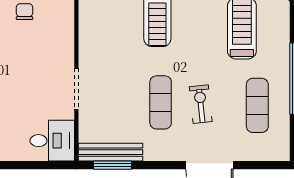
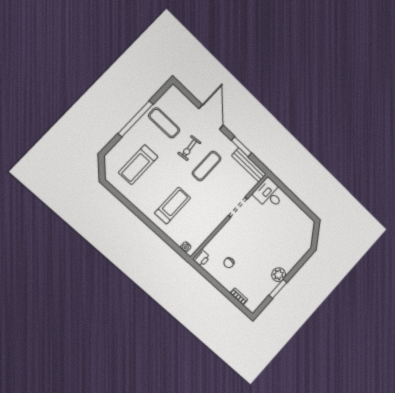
exercise mat: (257, 105) -> (164, 123), turned 90
window: (113, 165) -> (241, 147), moved

